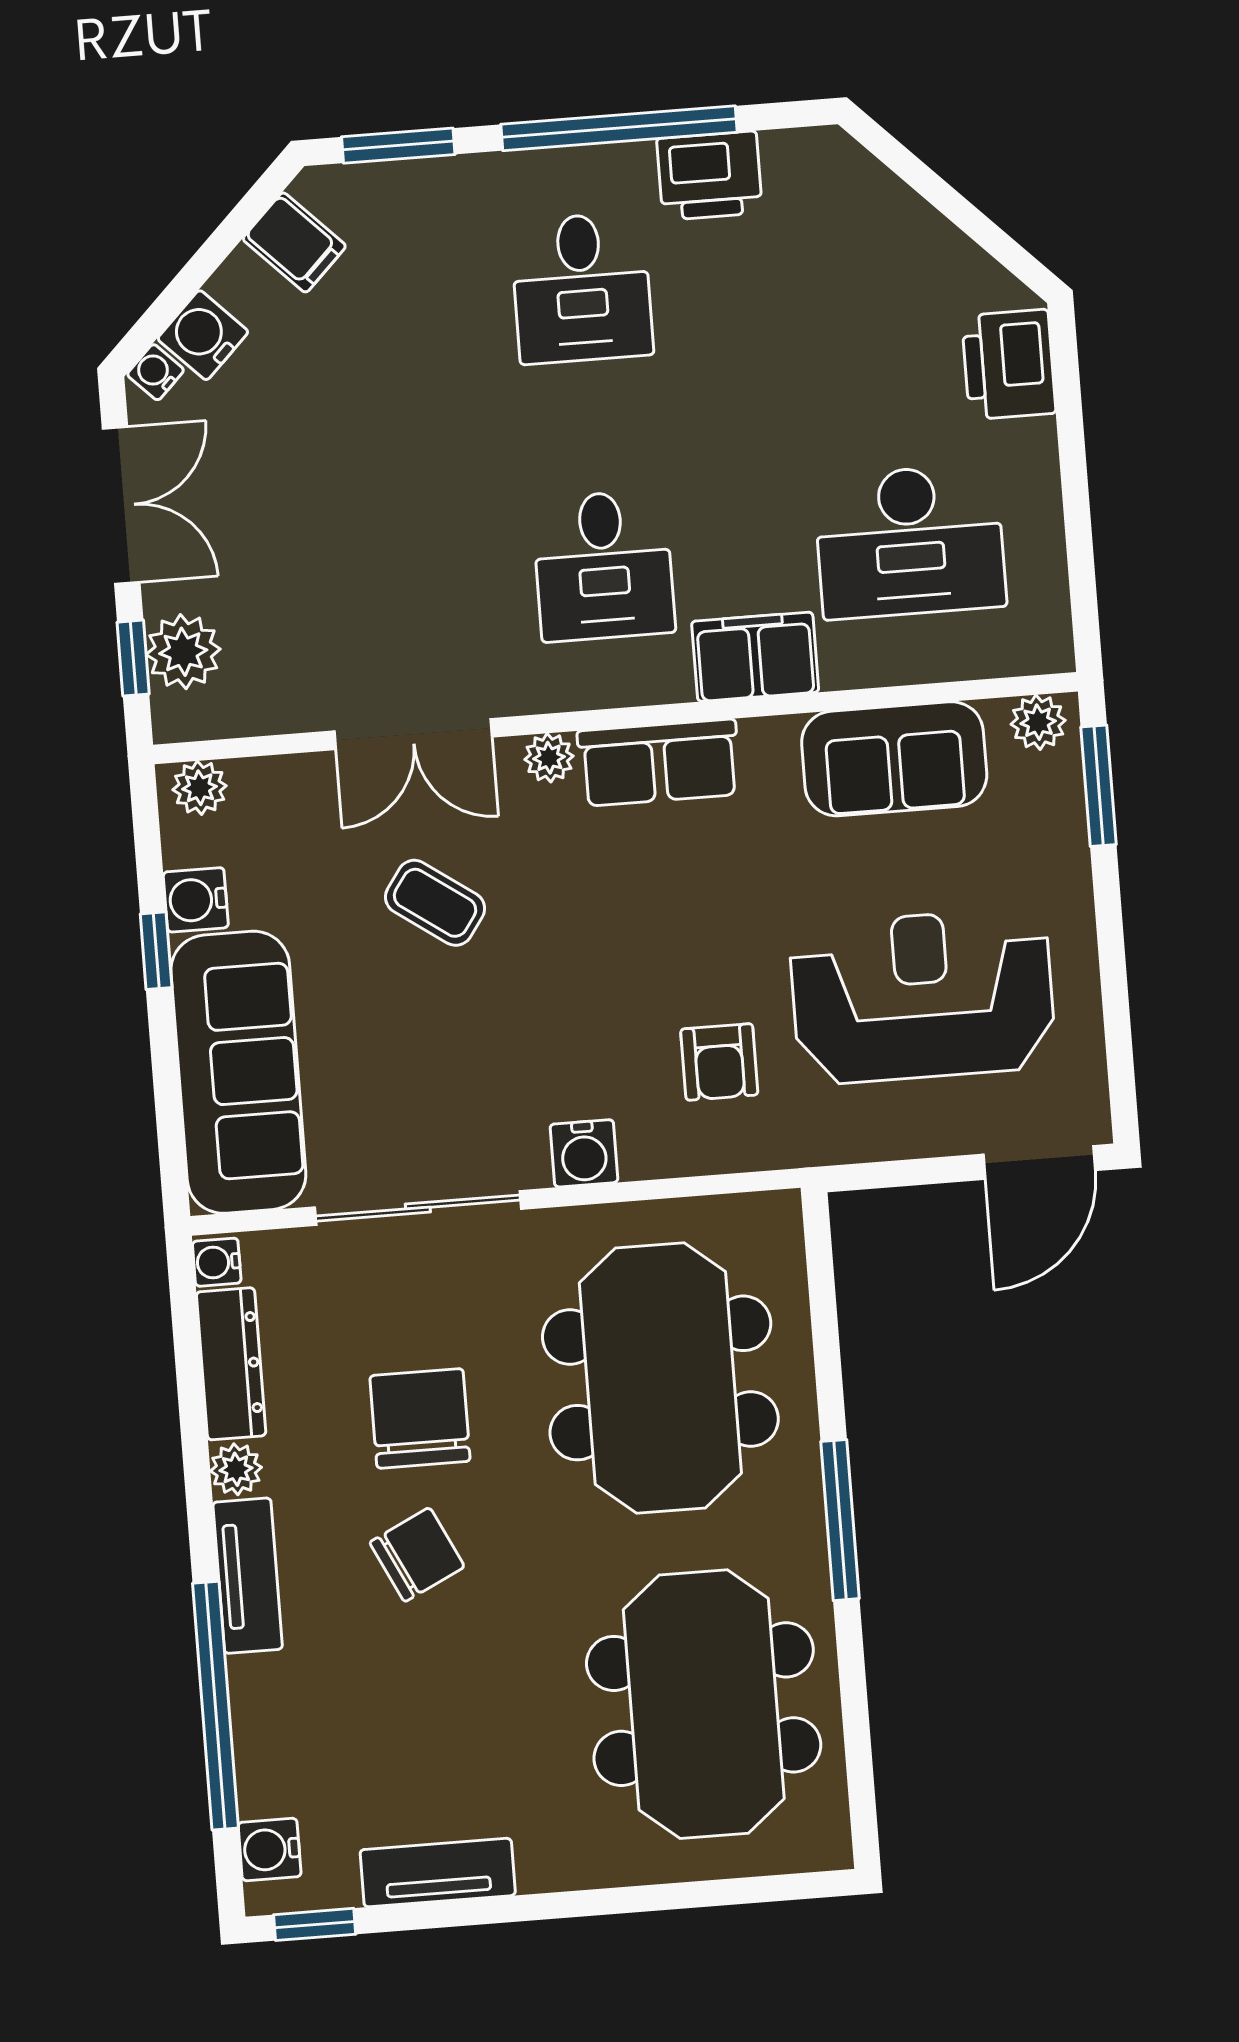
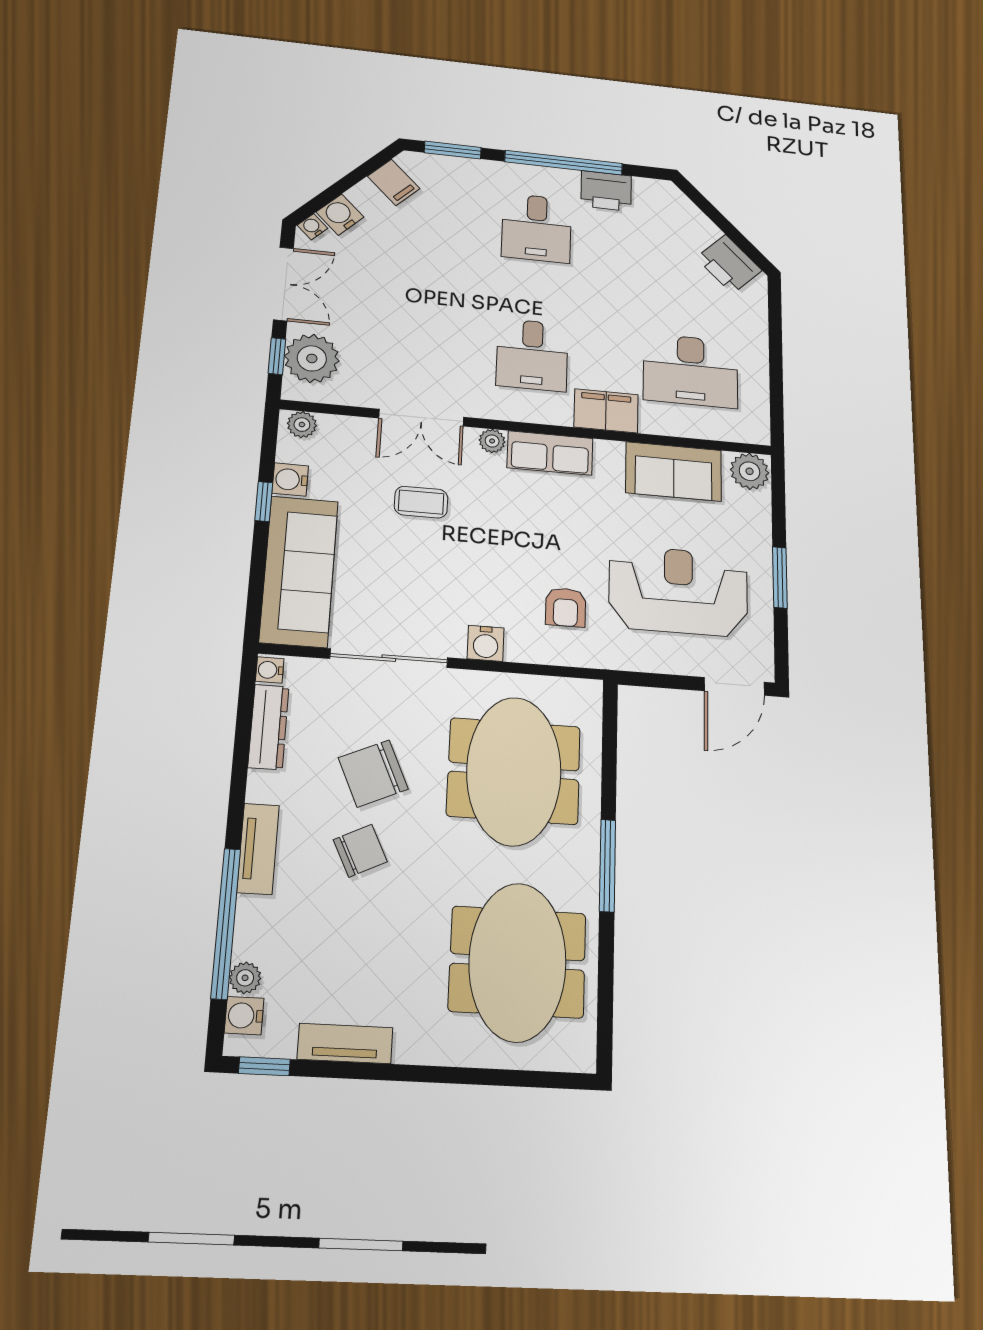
printer: (1009, 364) -> (729, 264), moved, turned -45
plant: (183, 652) -> (312, 358), width x1.36, depth x1.36
plant: (1038, 722) -> (750, 471), width x1.38, depth x1.38
window: (1098, 786) -> (780, 577), moved
coffee table: (435, 903) -> (421, 502), turned -35
chair: (420, 1418) -> (373, 773), turned -114
plant: (236, 1469) -> (245, 978), moved

